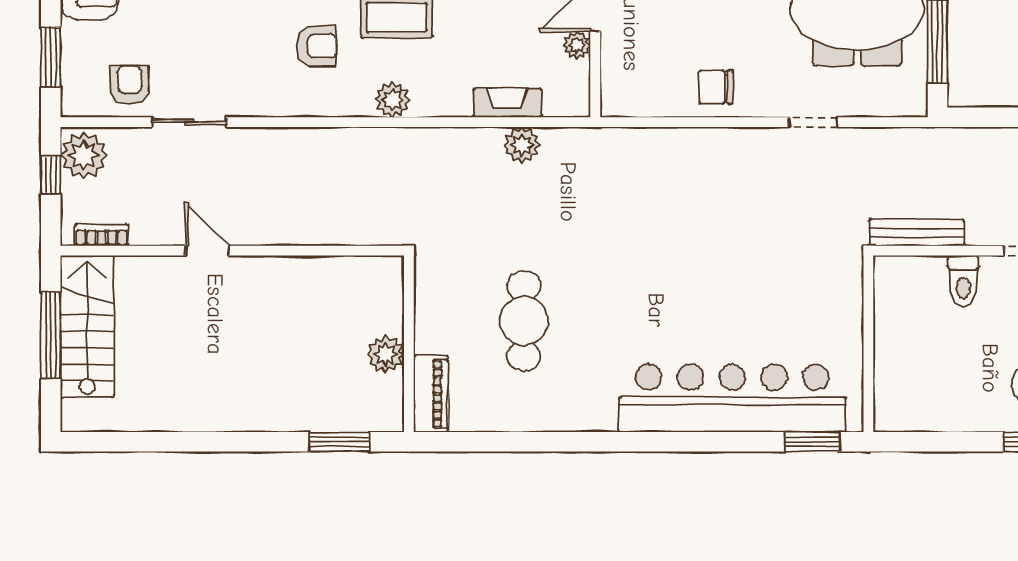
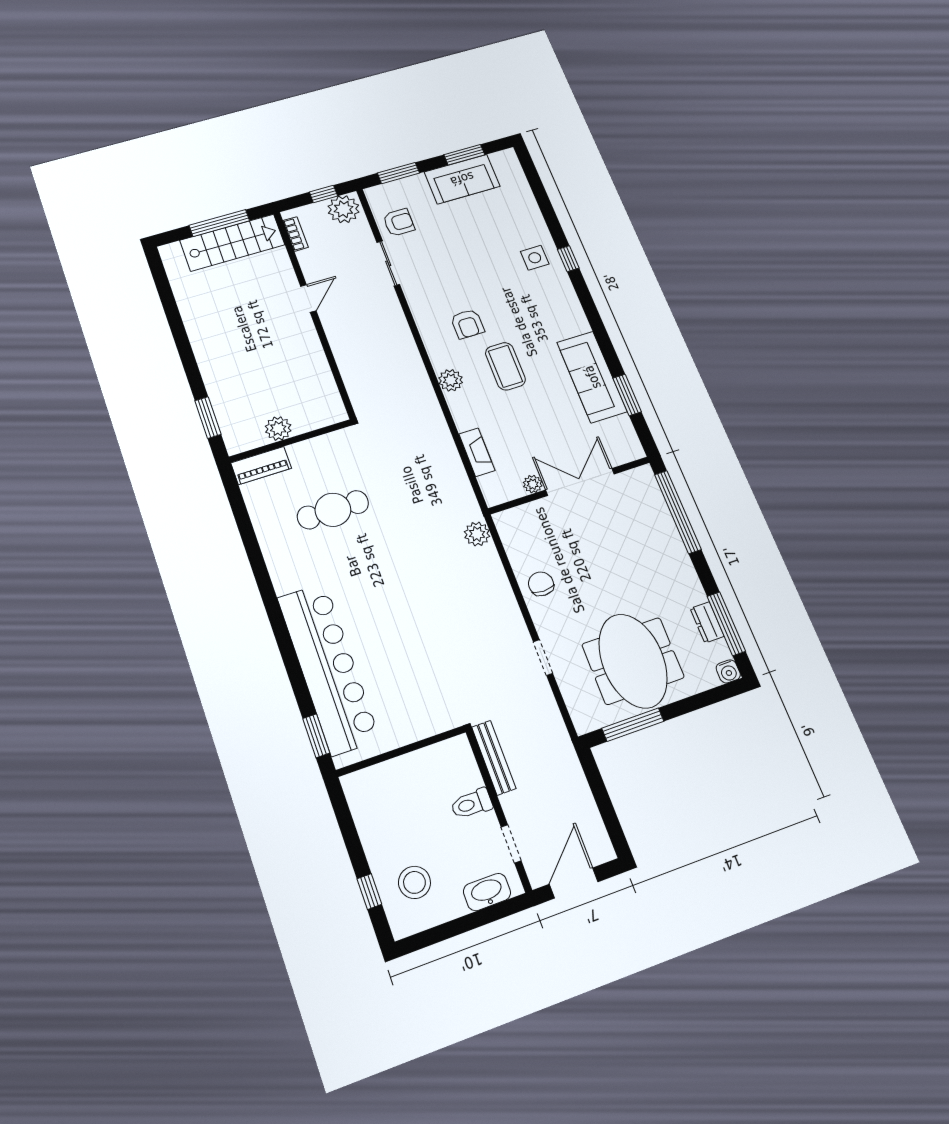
plant: (522, 145) -> (477, 534), moved

